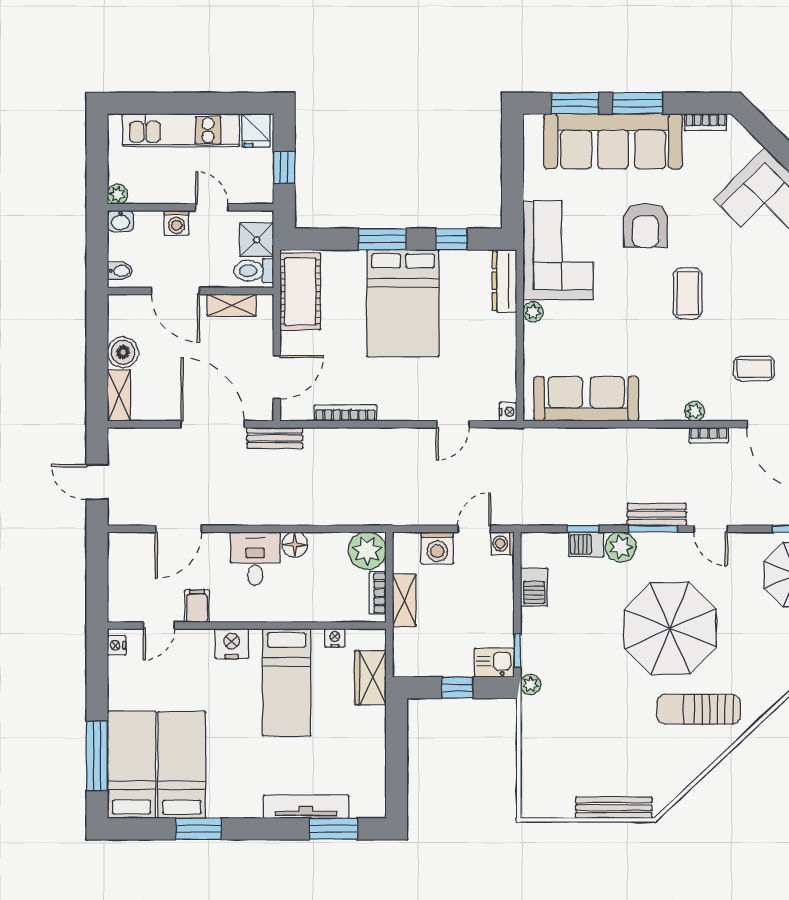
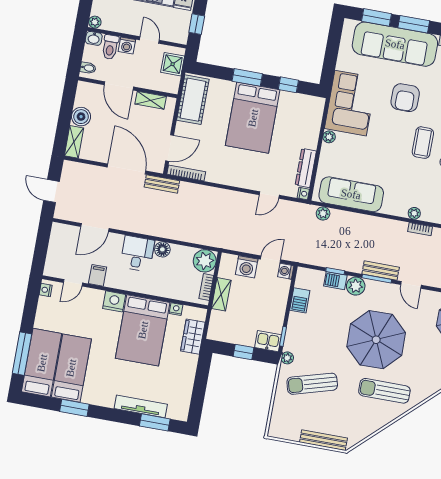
toilet: (254, 271) -> (110, 47), moved, turned -90
dresser: (505, 281) -> (306, 168), moved
bookcase: (345, 413) -> (186, 173), moved
plant: (546, 438) -> (323, 213), added
bed: (287, 682) -> (143, 330), width x1.50
sun lounger: (579, 719) -> (312, 384), added

